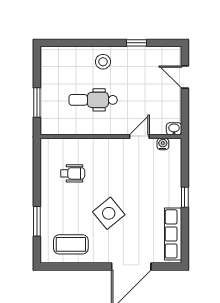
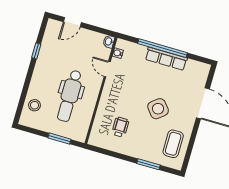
stool: (103, 62) -> (34, 105), moved
dental chair: (93, 100) -> (70, 96), width x1.36, depth x1.38
window: (185, 197) -> (163, 48), width x3.17
row of seats: (173, 234) -> (166, 59), moved

